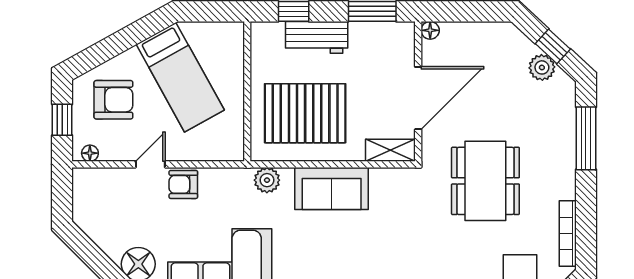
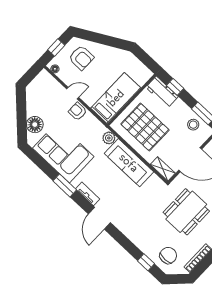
workbench: (317, 37) -> (162, 92), moved
stool: (373, 42) -> (193, 125), added
bed: (180, 77) -> (116, 98), moved, turned -151
sofa: (332, 189) -> (129, 163), width x1.36

